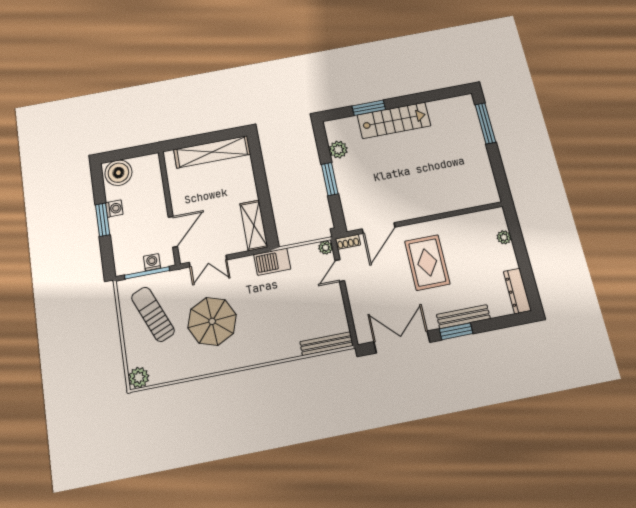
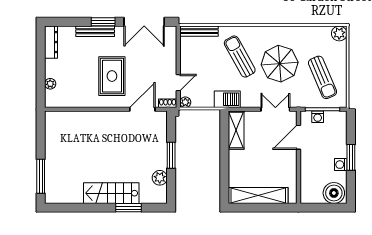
sun lounger: (266, 320) -> (240, 57), added

